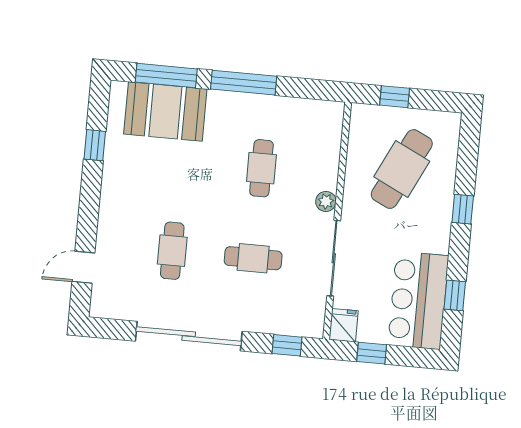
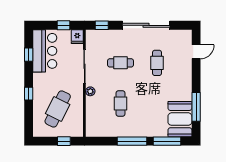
booth: (165, 112) -> (180, 119), moved, turned 90
window: (95, 145) -> (196, 107), width x2.17

